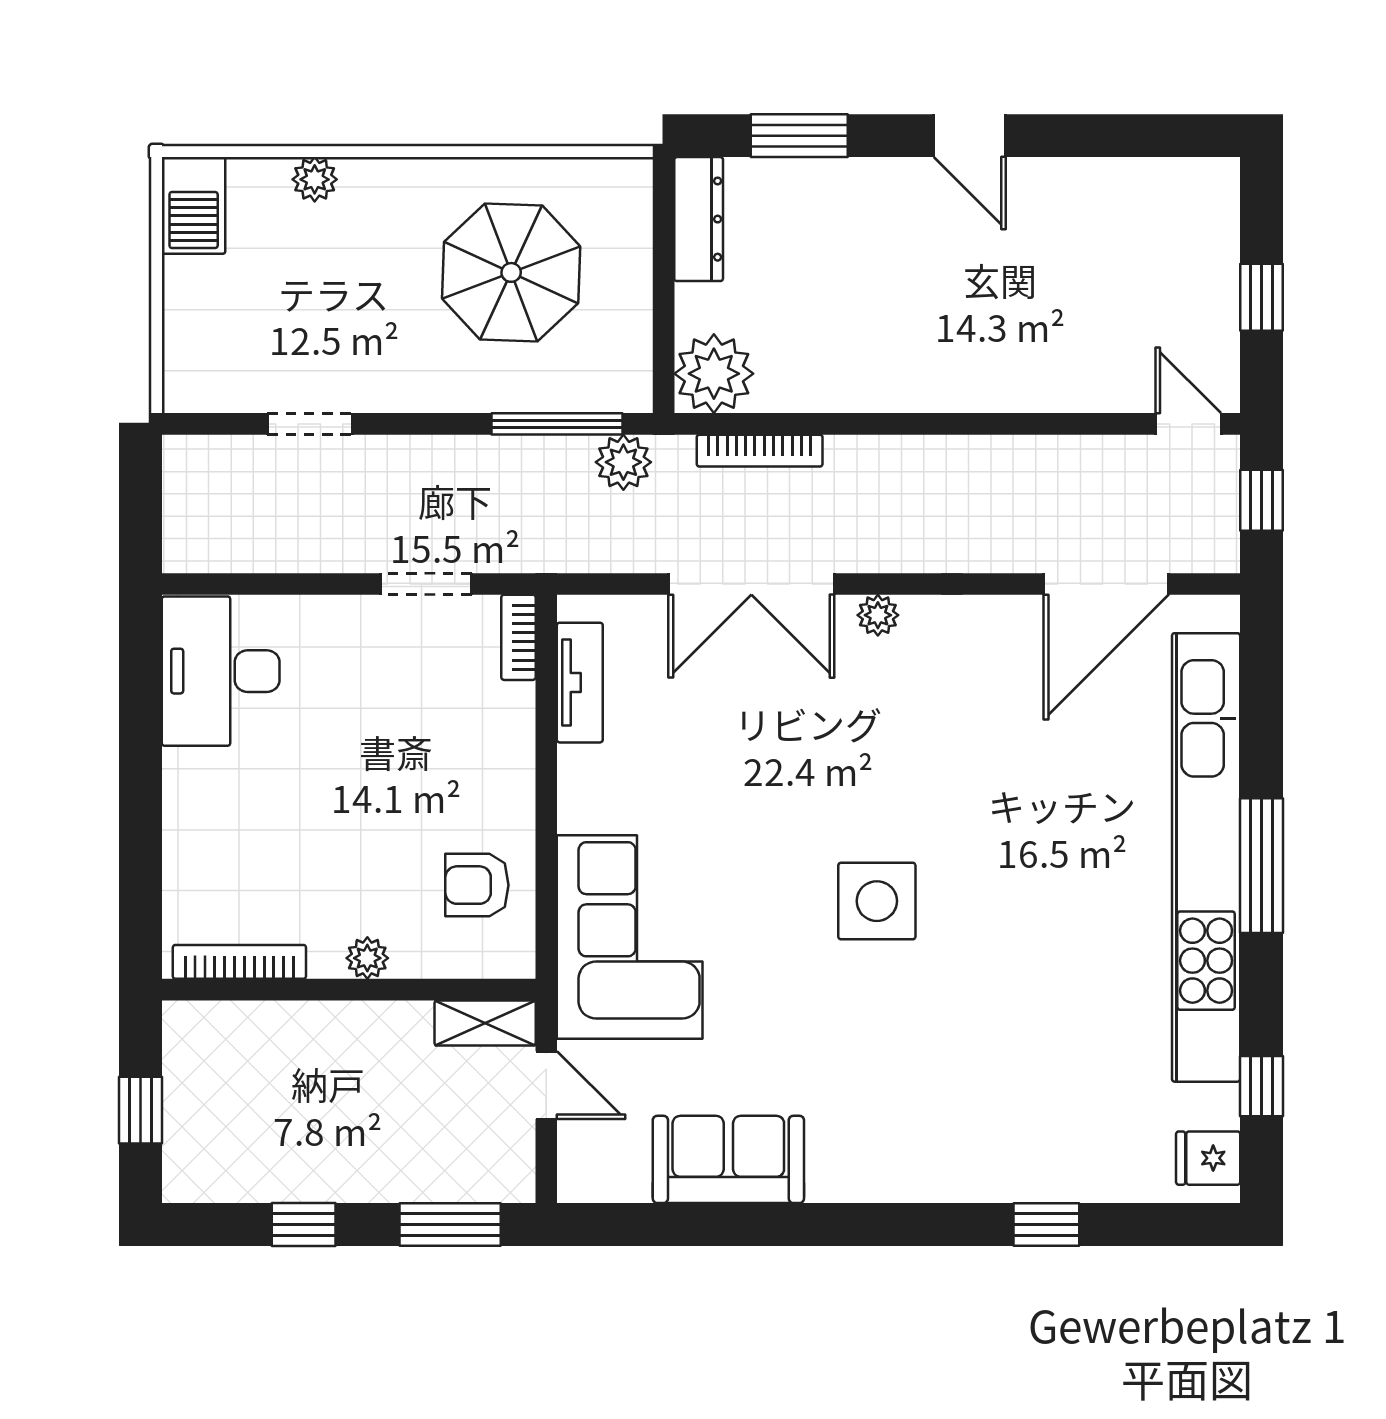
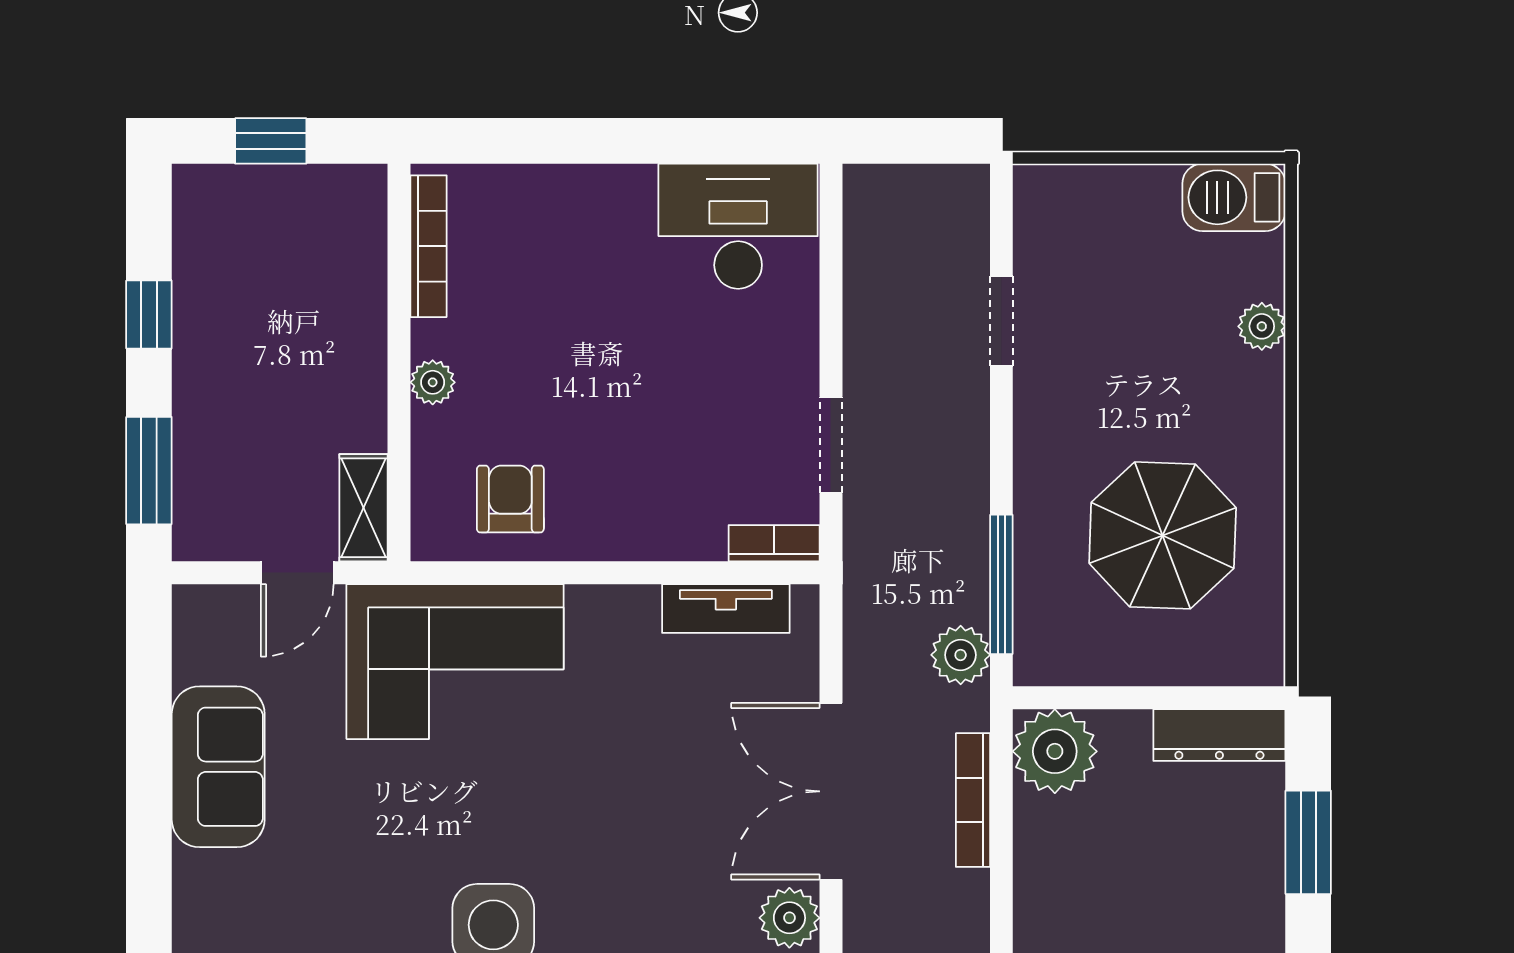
plant: (878, 615) -> (789, 918), width x1.38, depth x1.38

